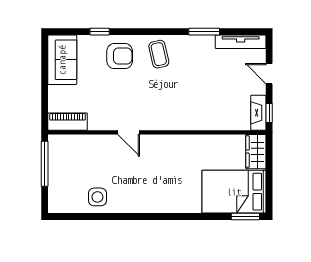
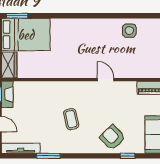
coffee table: (159, 54) -> (71, 119), moved
armchair: (120, 56) -> (112, 137), turned 45

